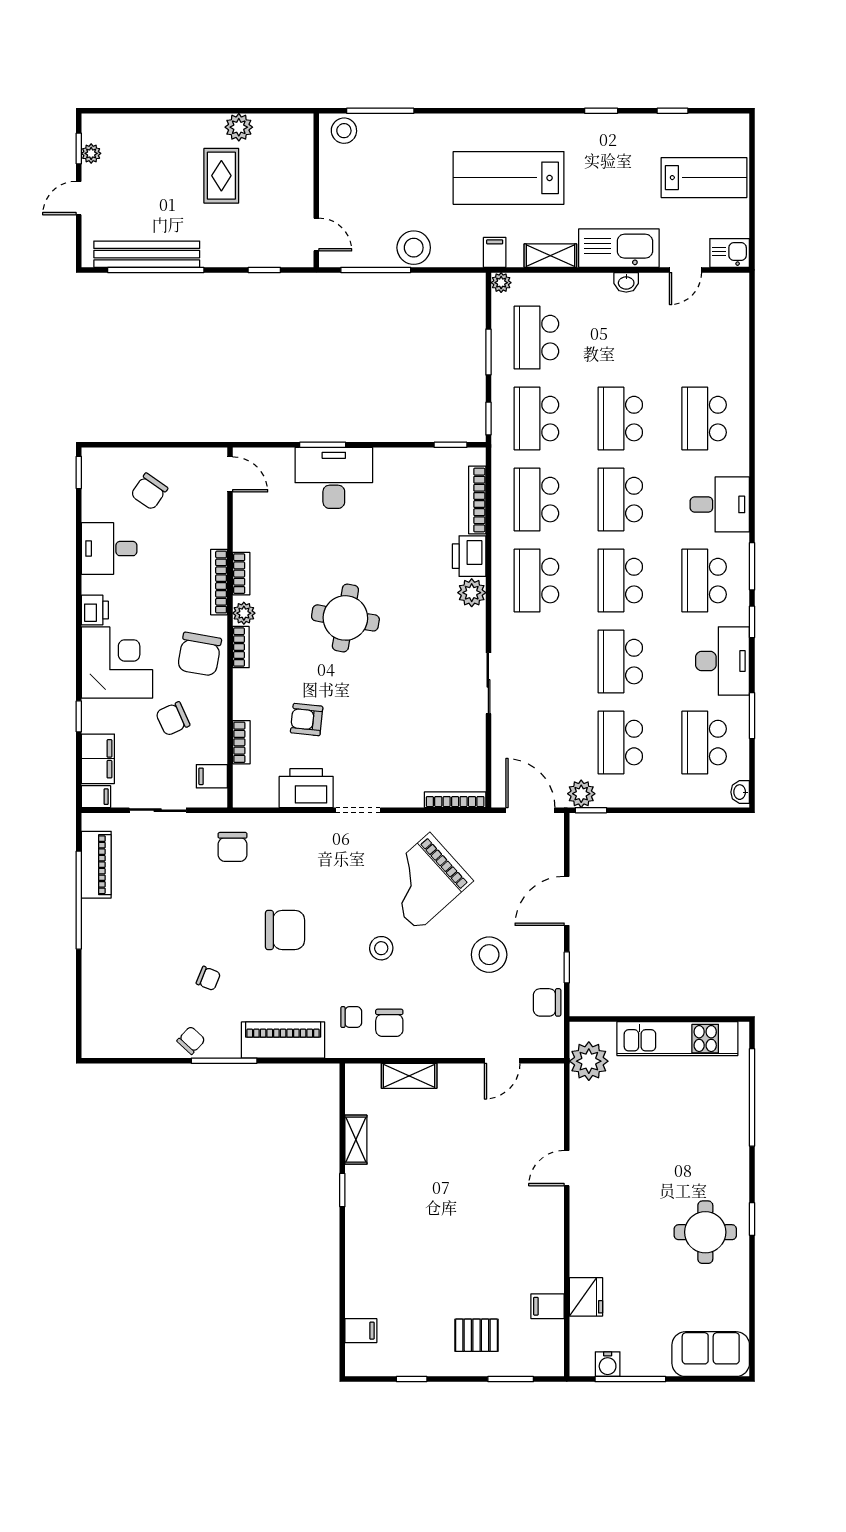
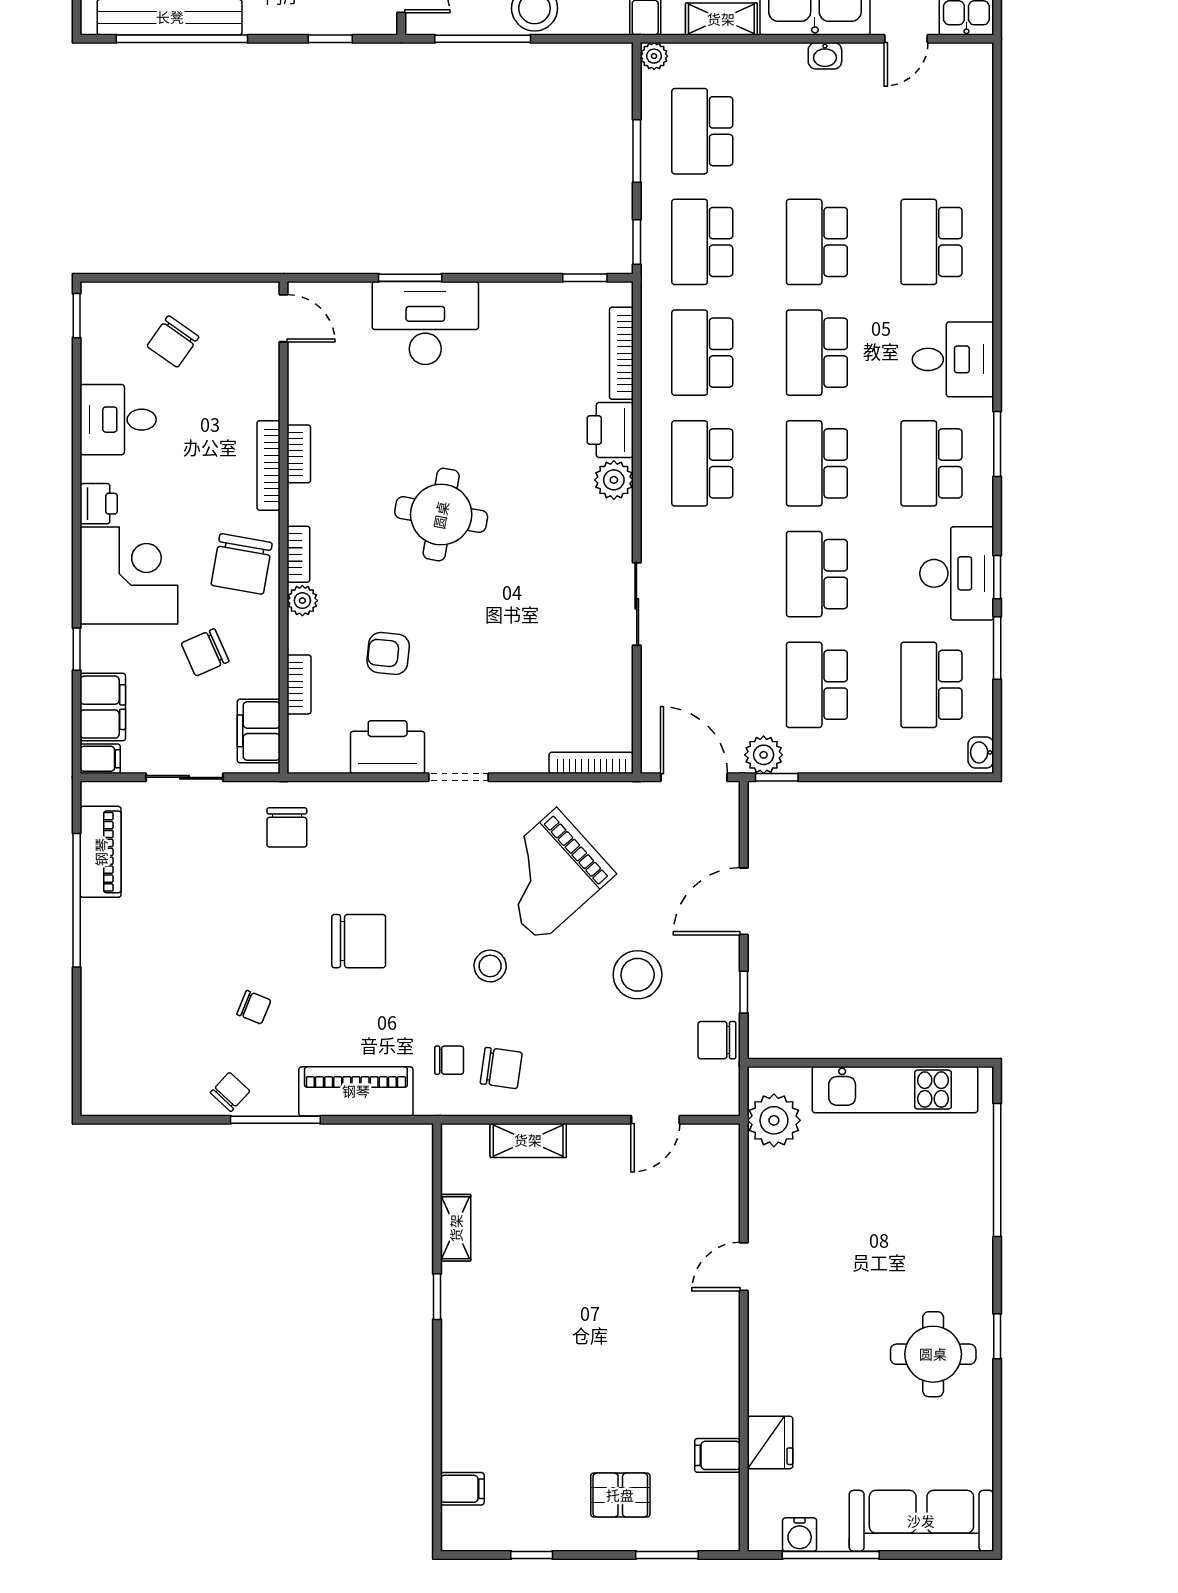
plant: (244, 613) -> (302, 601), moved
window: (752, 622) -> (997, 577), moved
filing cabinet: (212, 776) -> (259, 731), width x2.00
chair: (389, 1023) -> (501, 1068), turned -82
sofa: (711, 1354) -> (921, 1521), width x1.36

